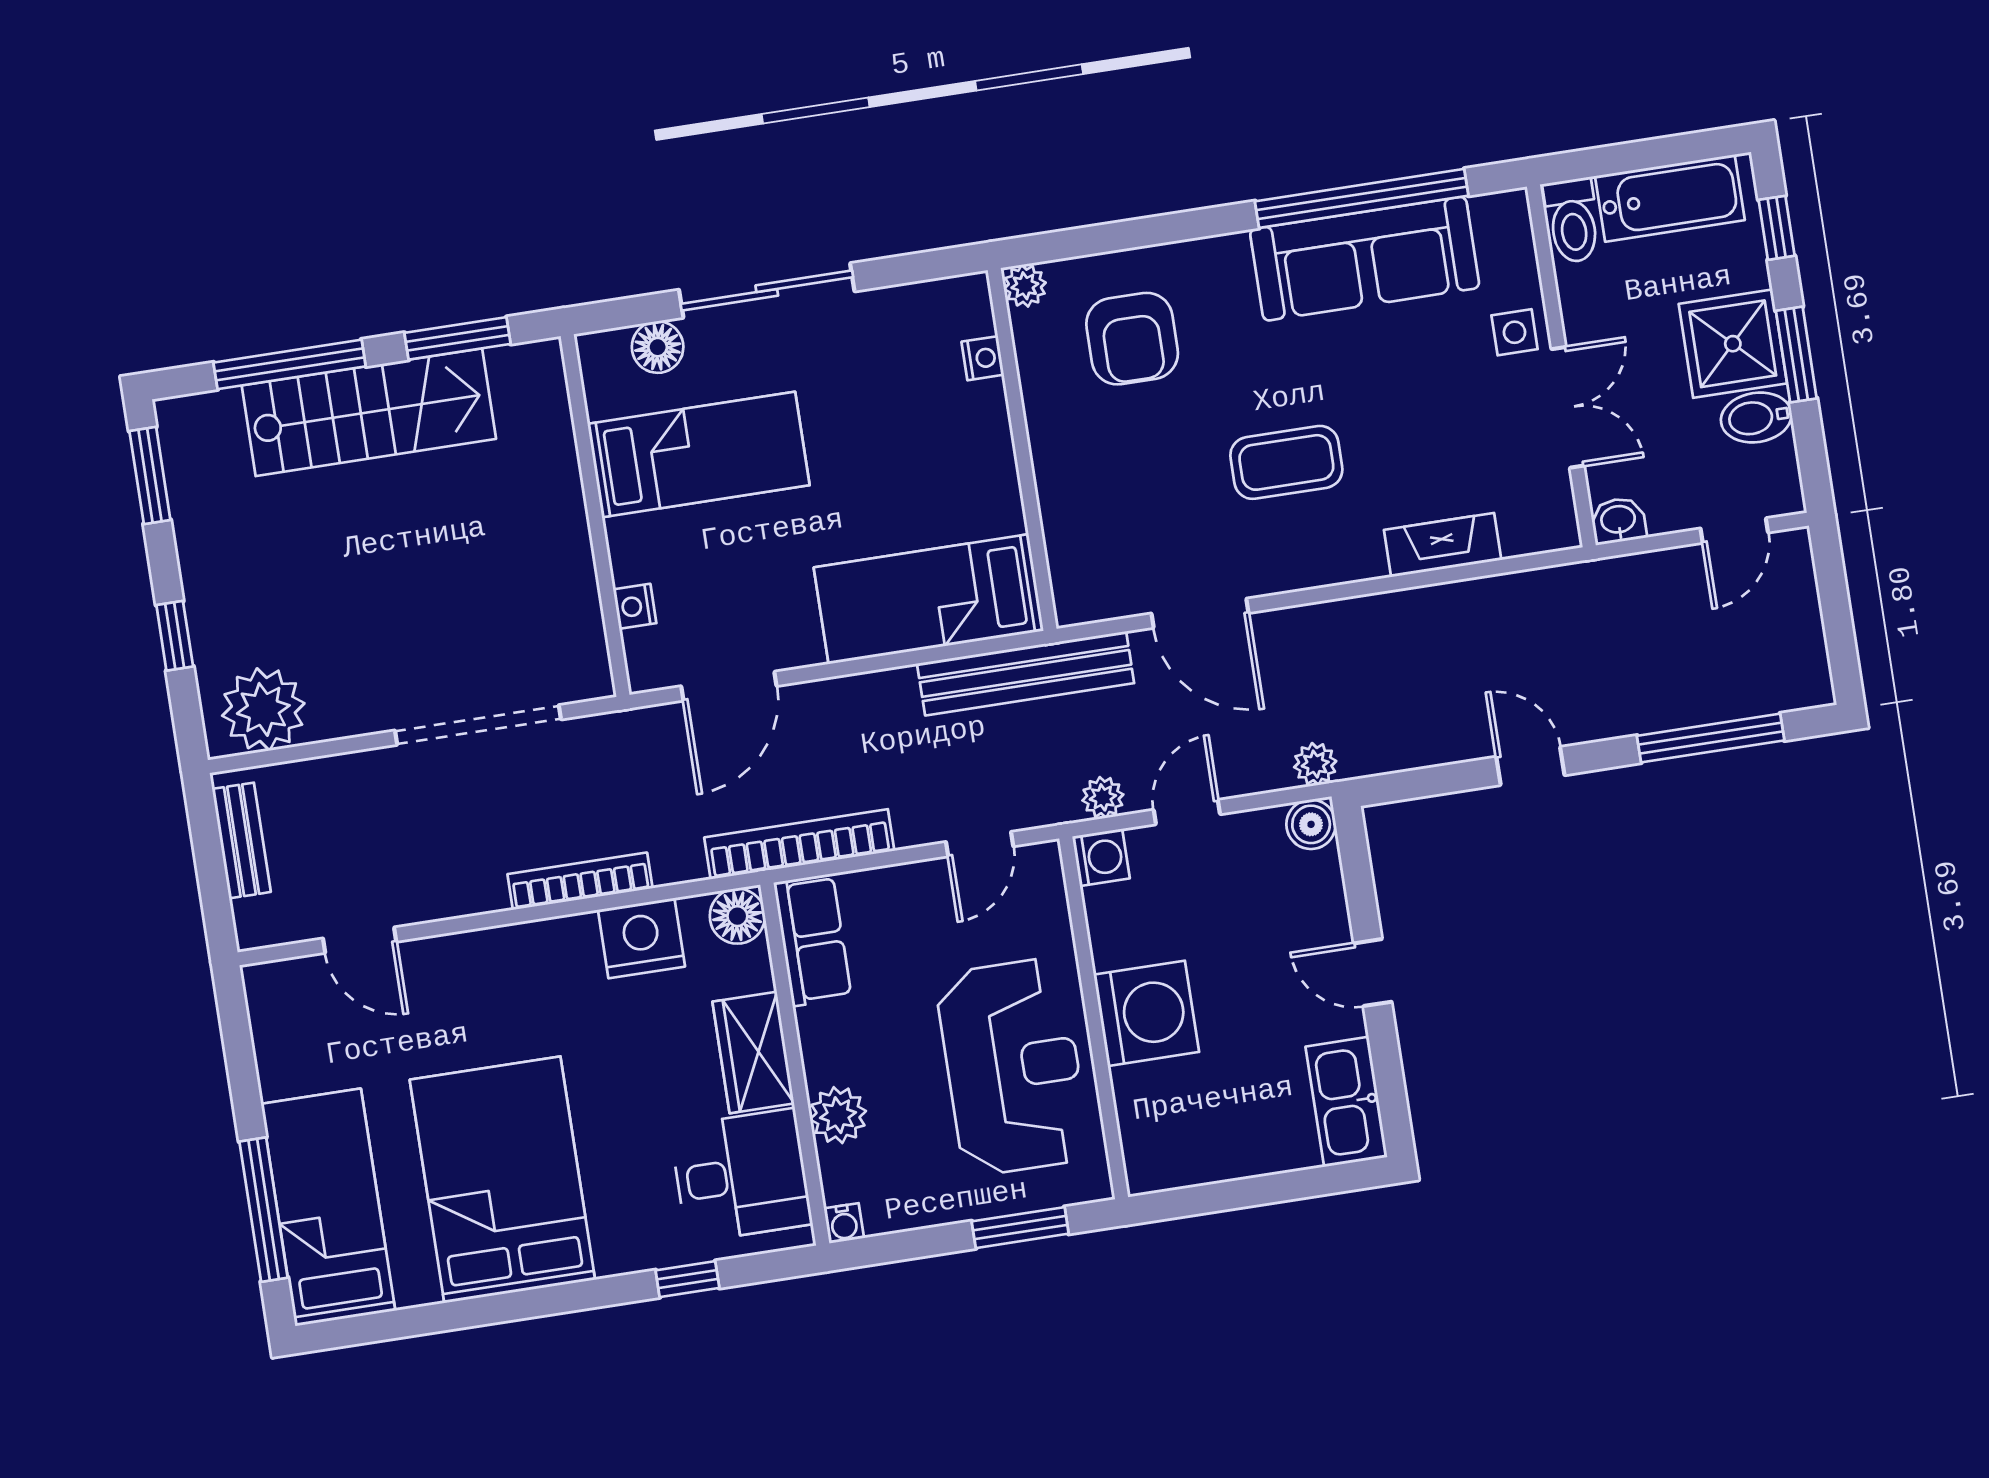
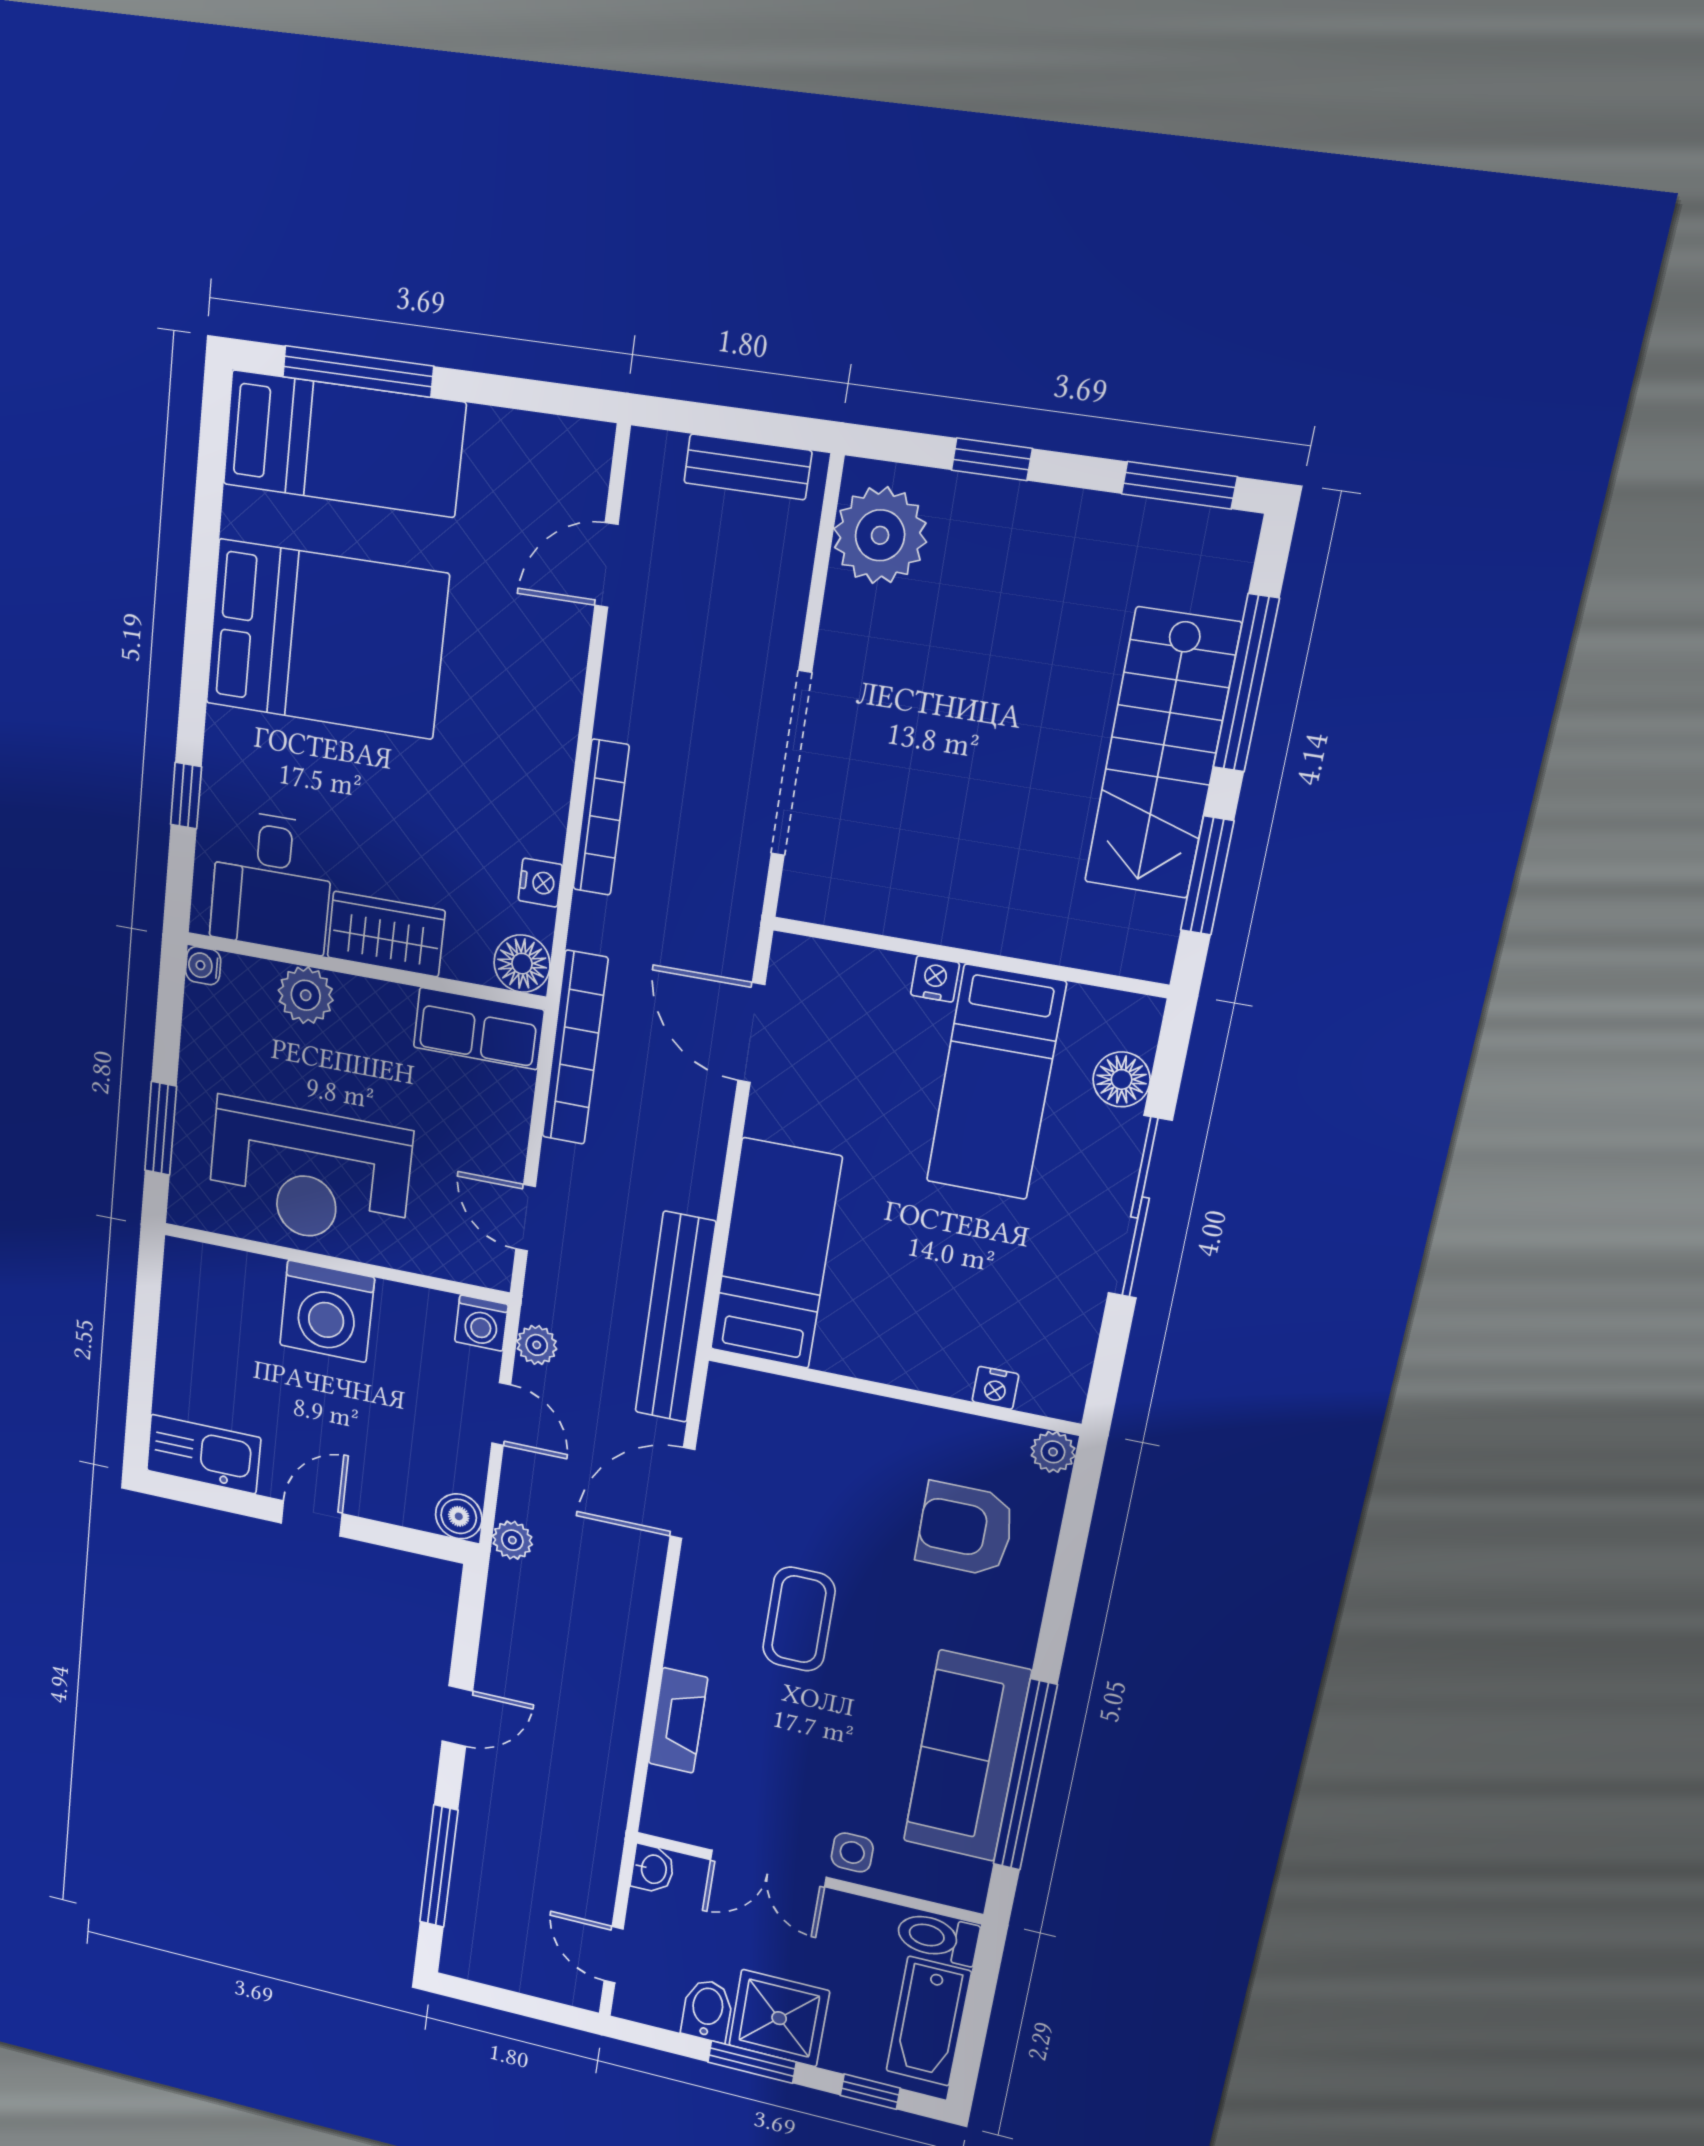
nightstand: (635, 606) -> (935, 979), moved
nightstand: (641, 938) -> (540, 883), width x0.53, depth x0.56

